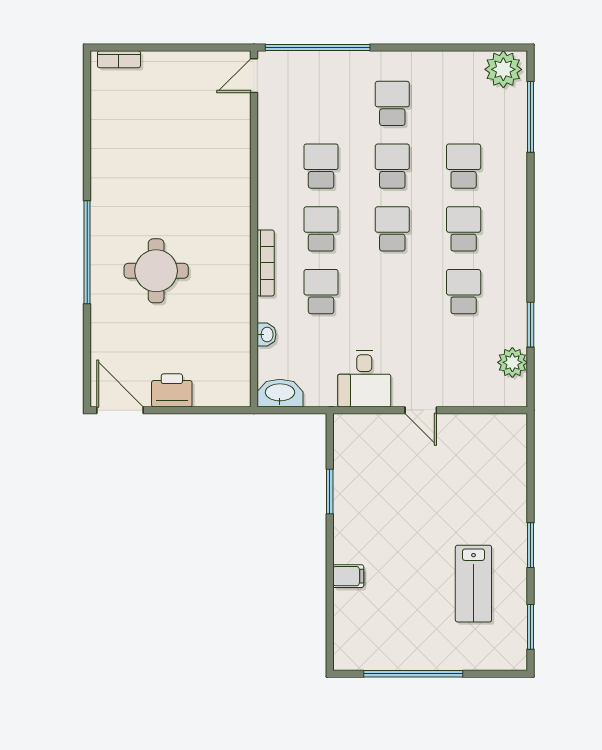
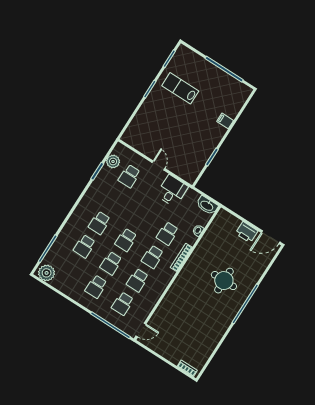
school desk: (321, 103) -> (123, 304), added
school desk: (464, 292) -> (129, 176), moved
door: (120, 410) -> (271, 237), hinge flipped
lab bench: (473, 584) -> (180, 88), turned -90

